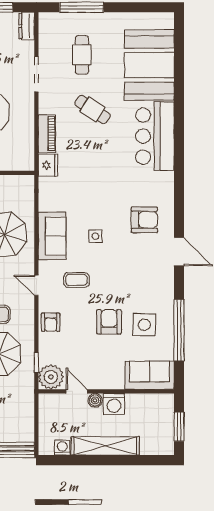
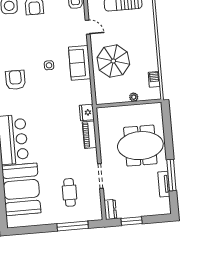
cafe table: (92, 110) -> (59, 155), removed
armchair: (144, 220) -> (15, 80), turned 90
coffee table: (77, 280) -> (60, 33), removed

